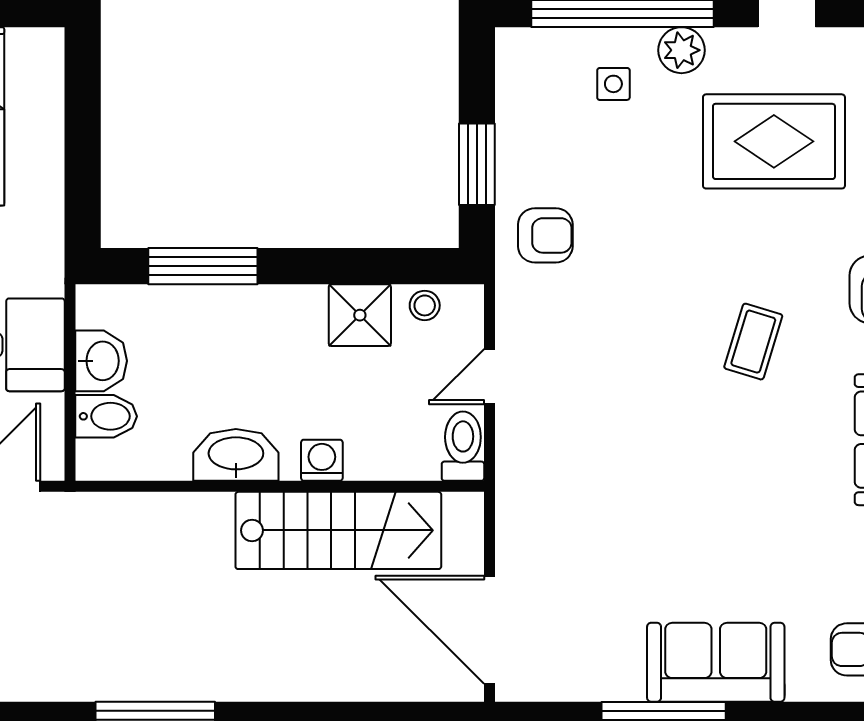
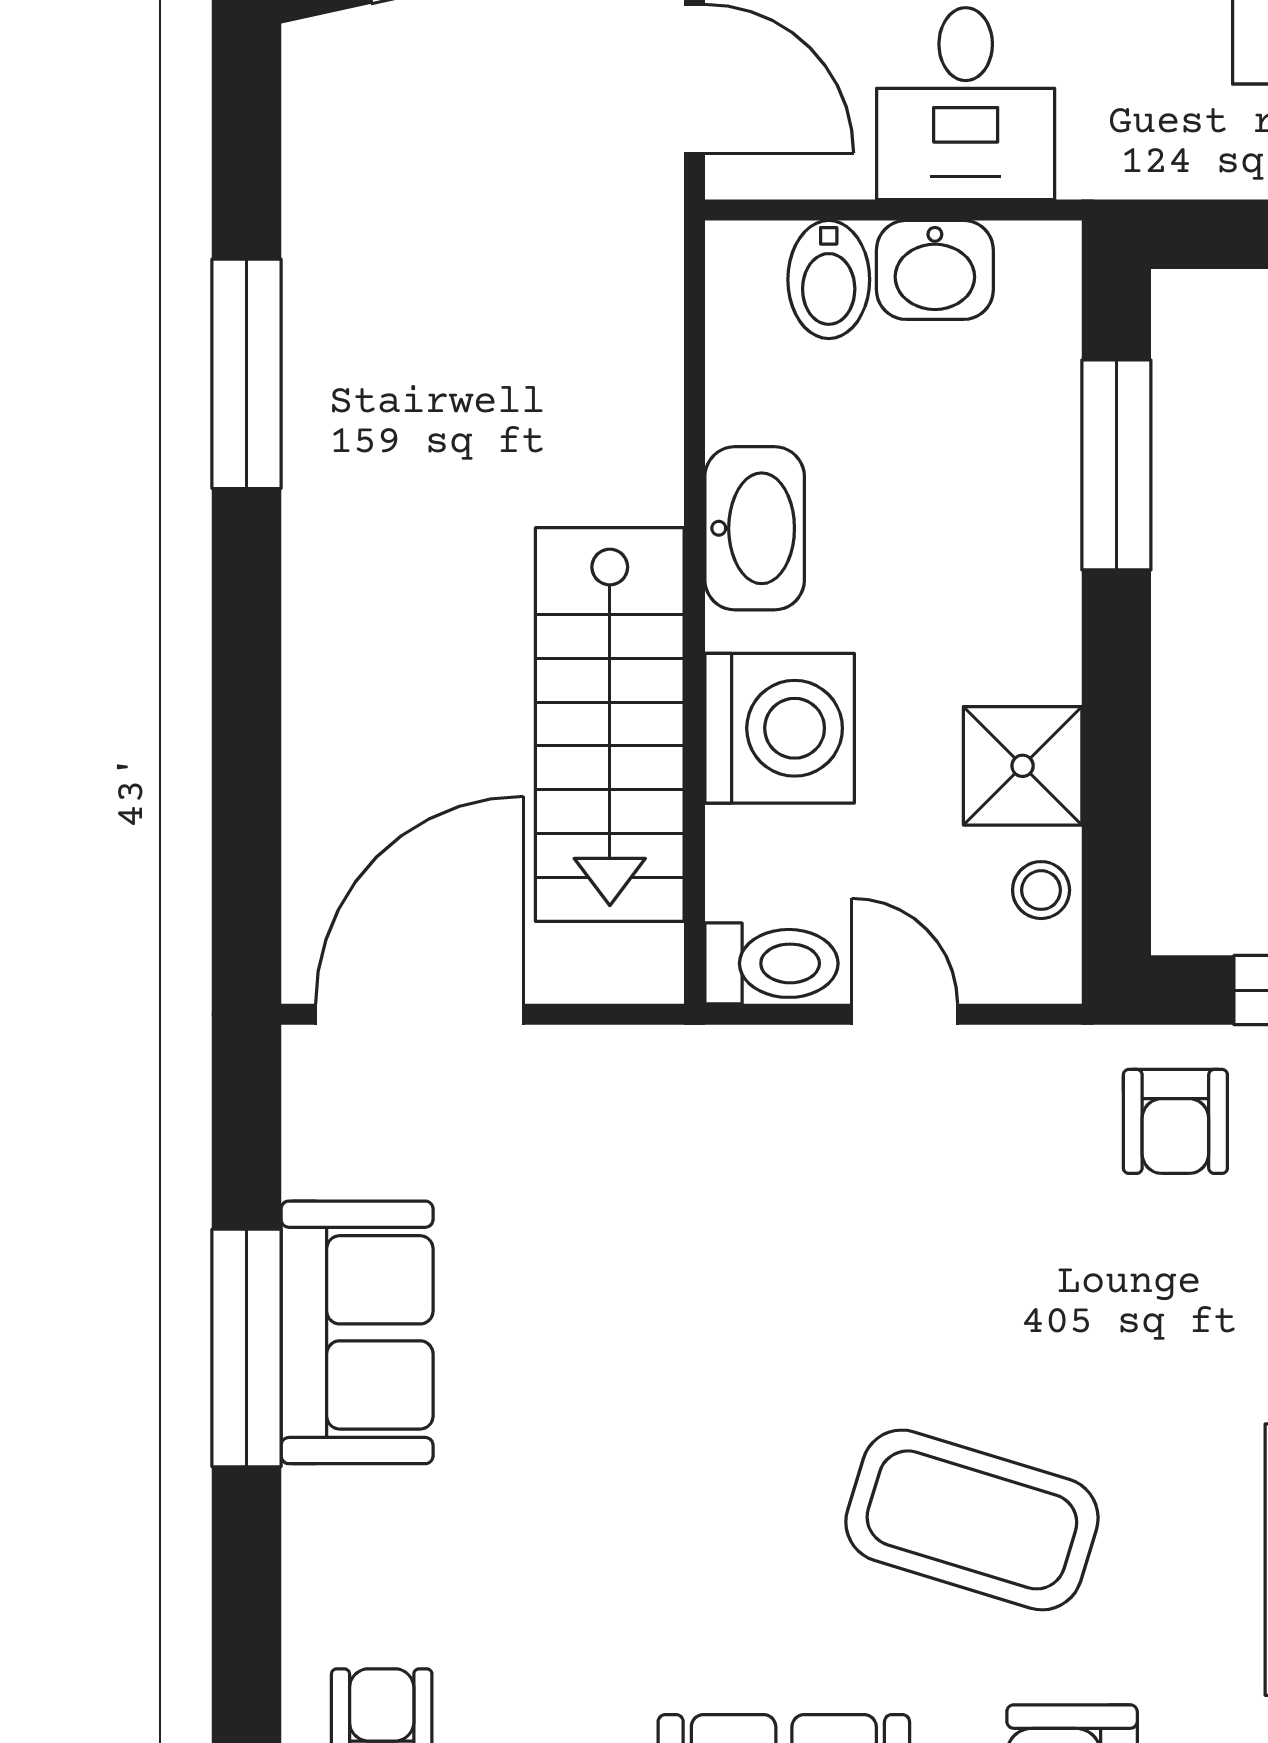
coffee table: (753, 342) -> (972, 1520), width x1.86, depth x1.72
washing machine: (322, 460) -> (780, 728), width x1.89, depth x1.89
sofa: (716, 662) -> (357, 1332), moved

